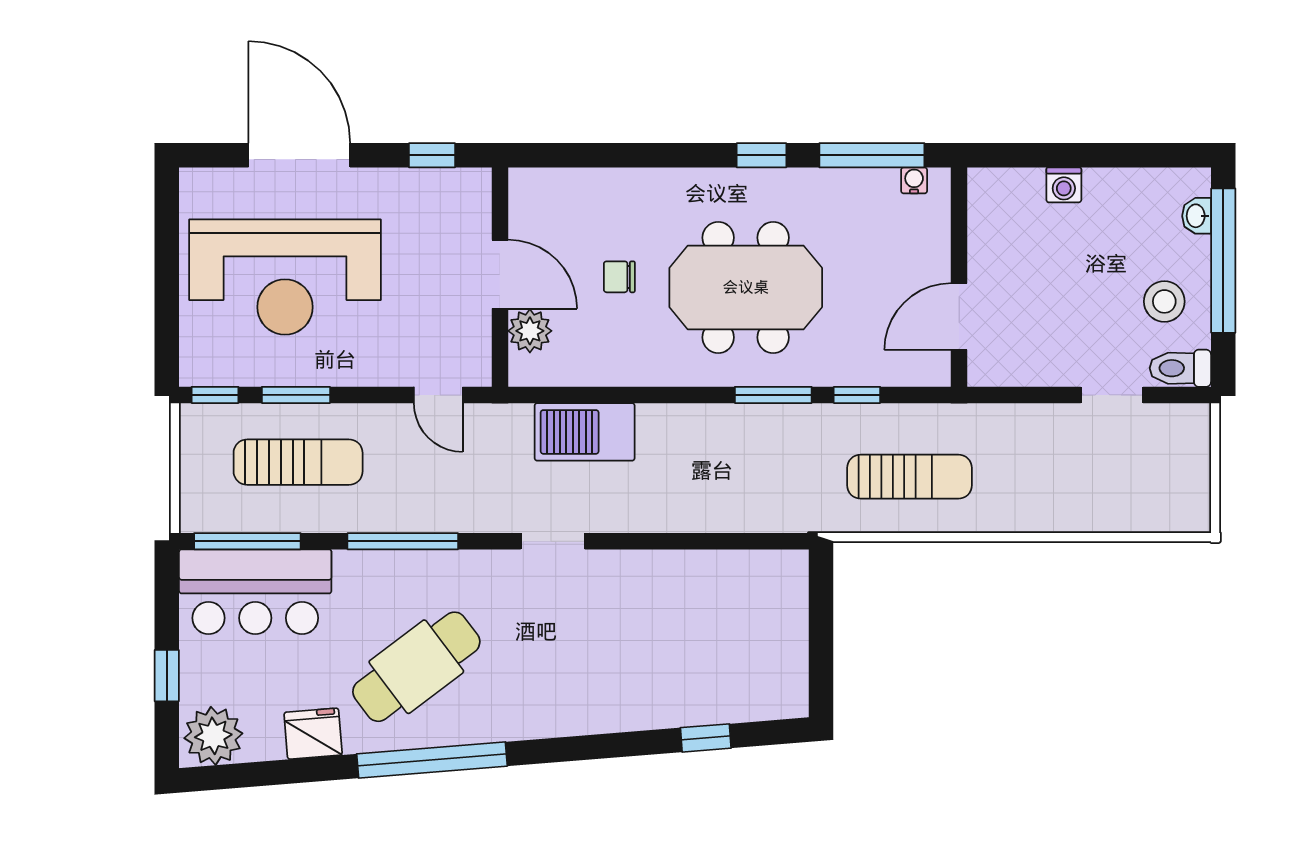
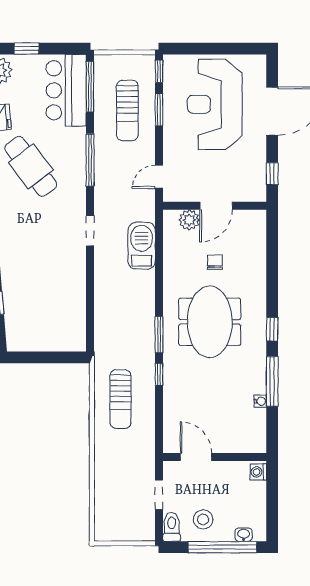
wall: (959, 277) -> (215, 457), moved
door: (959, 317) -> (196, 457), moved

